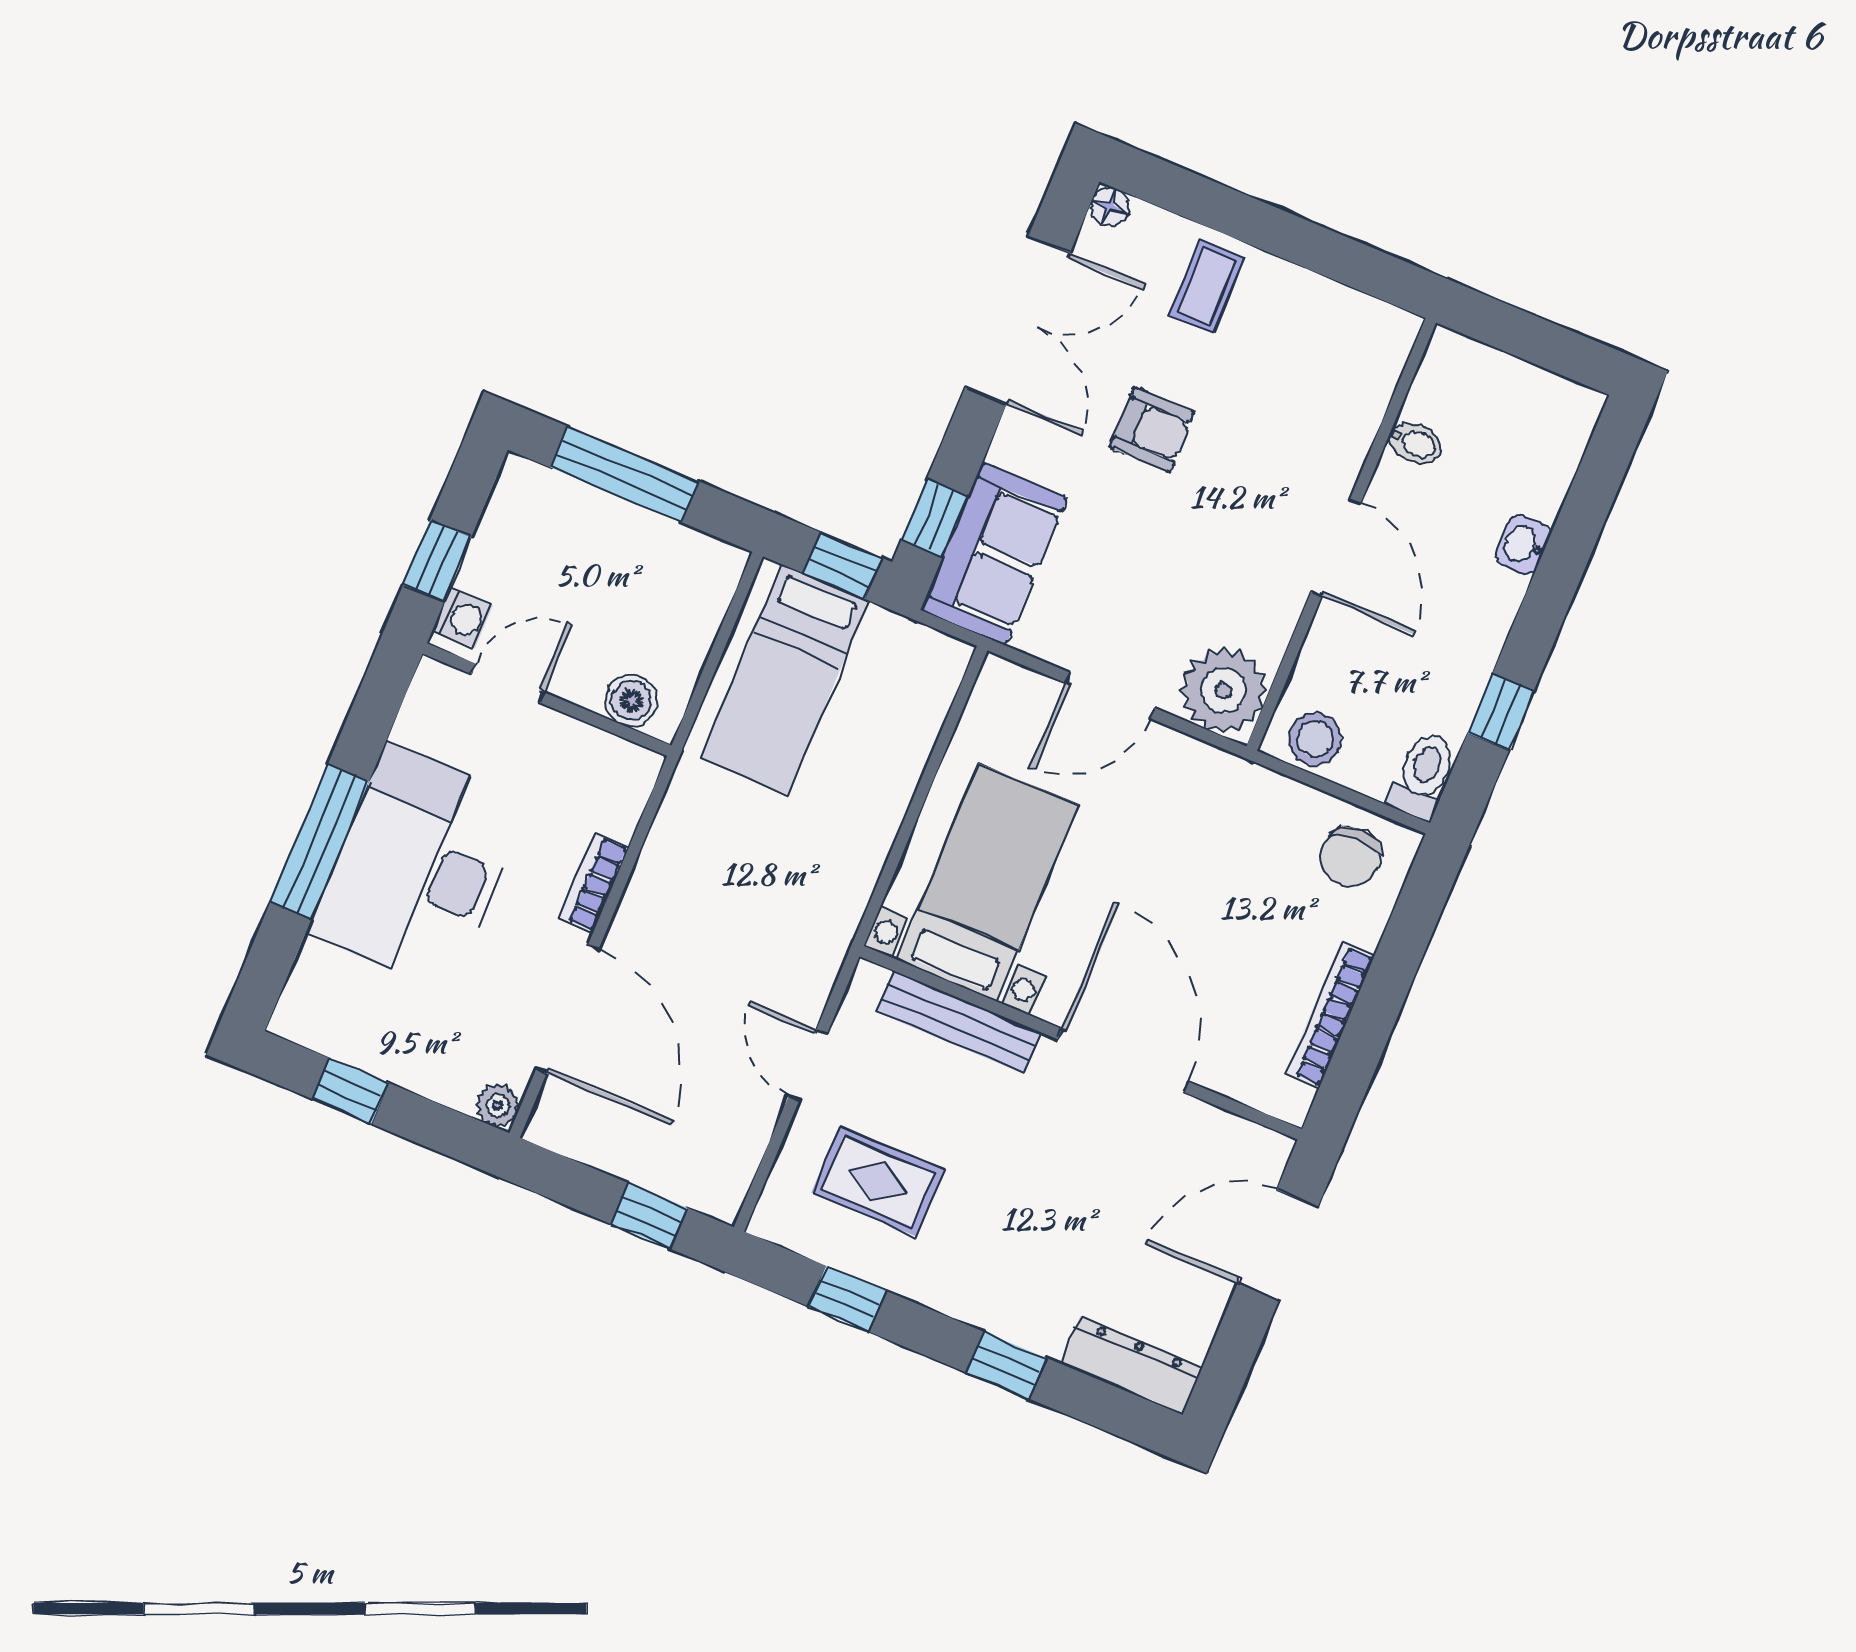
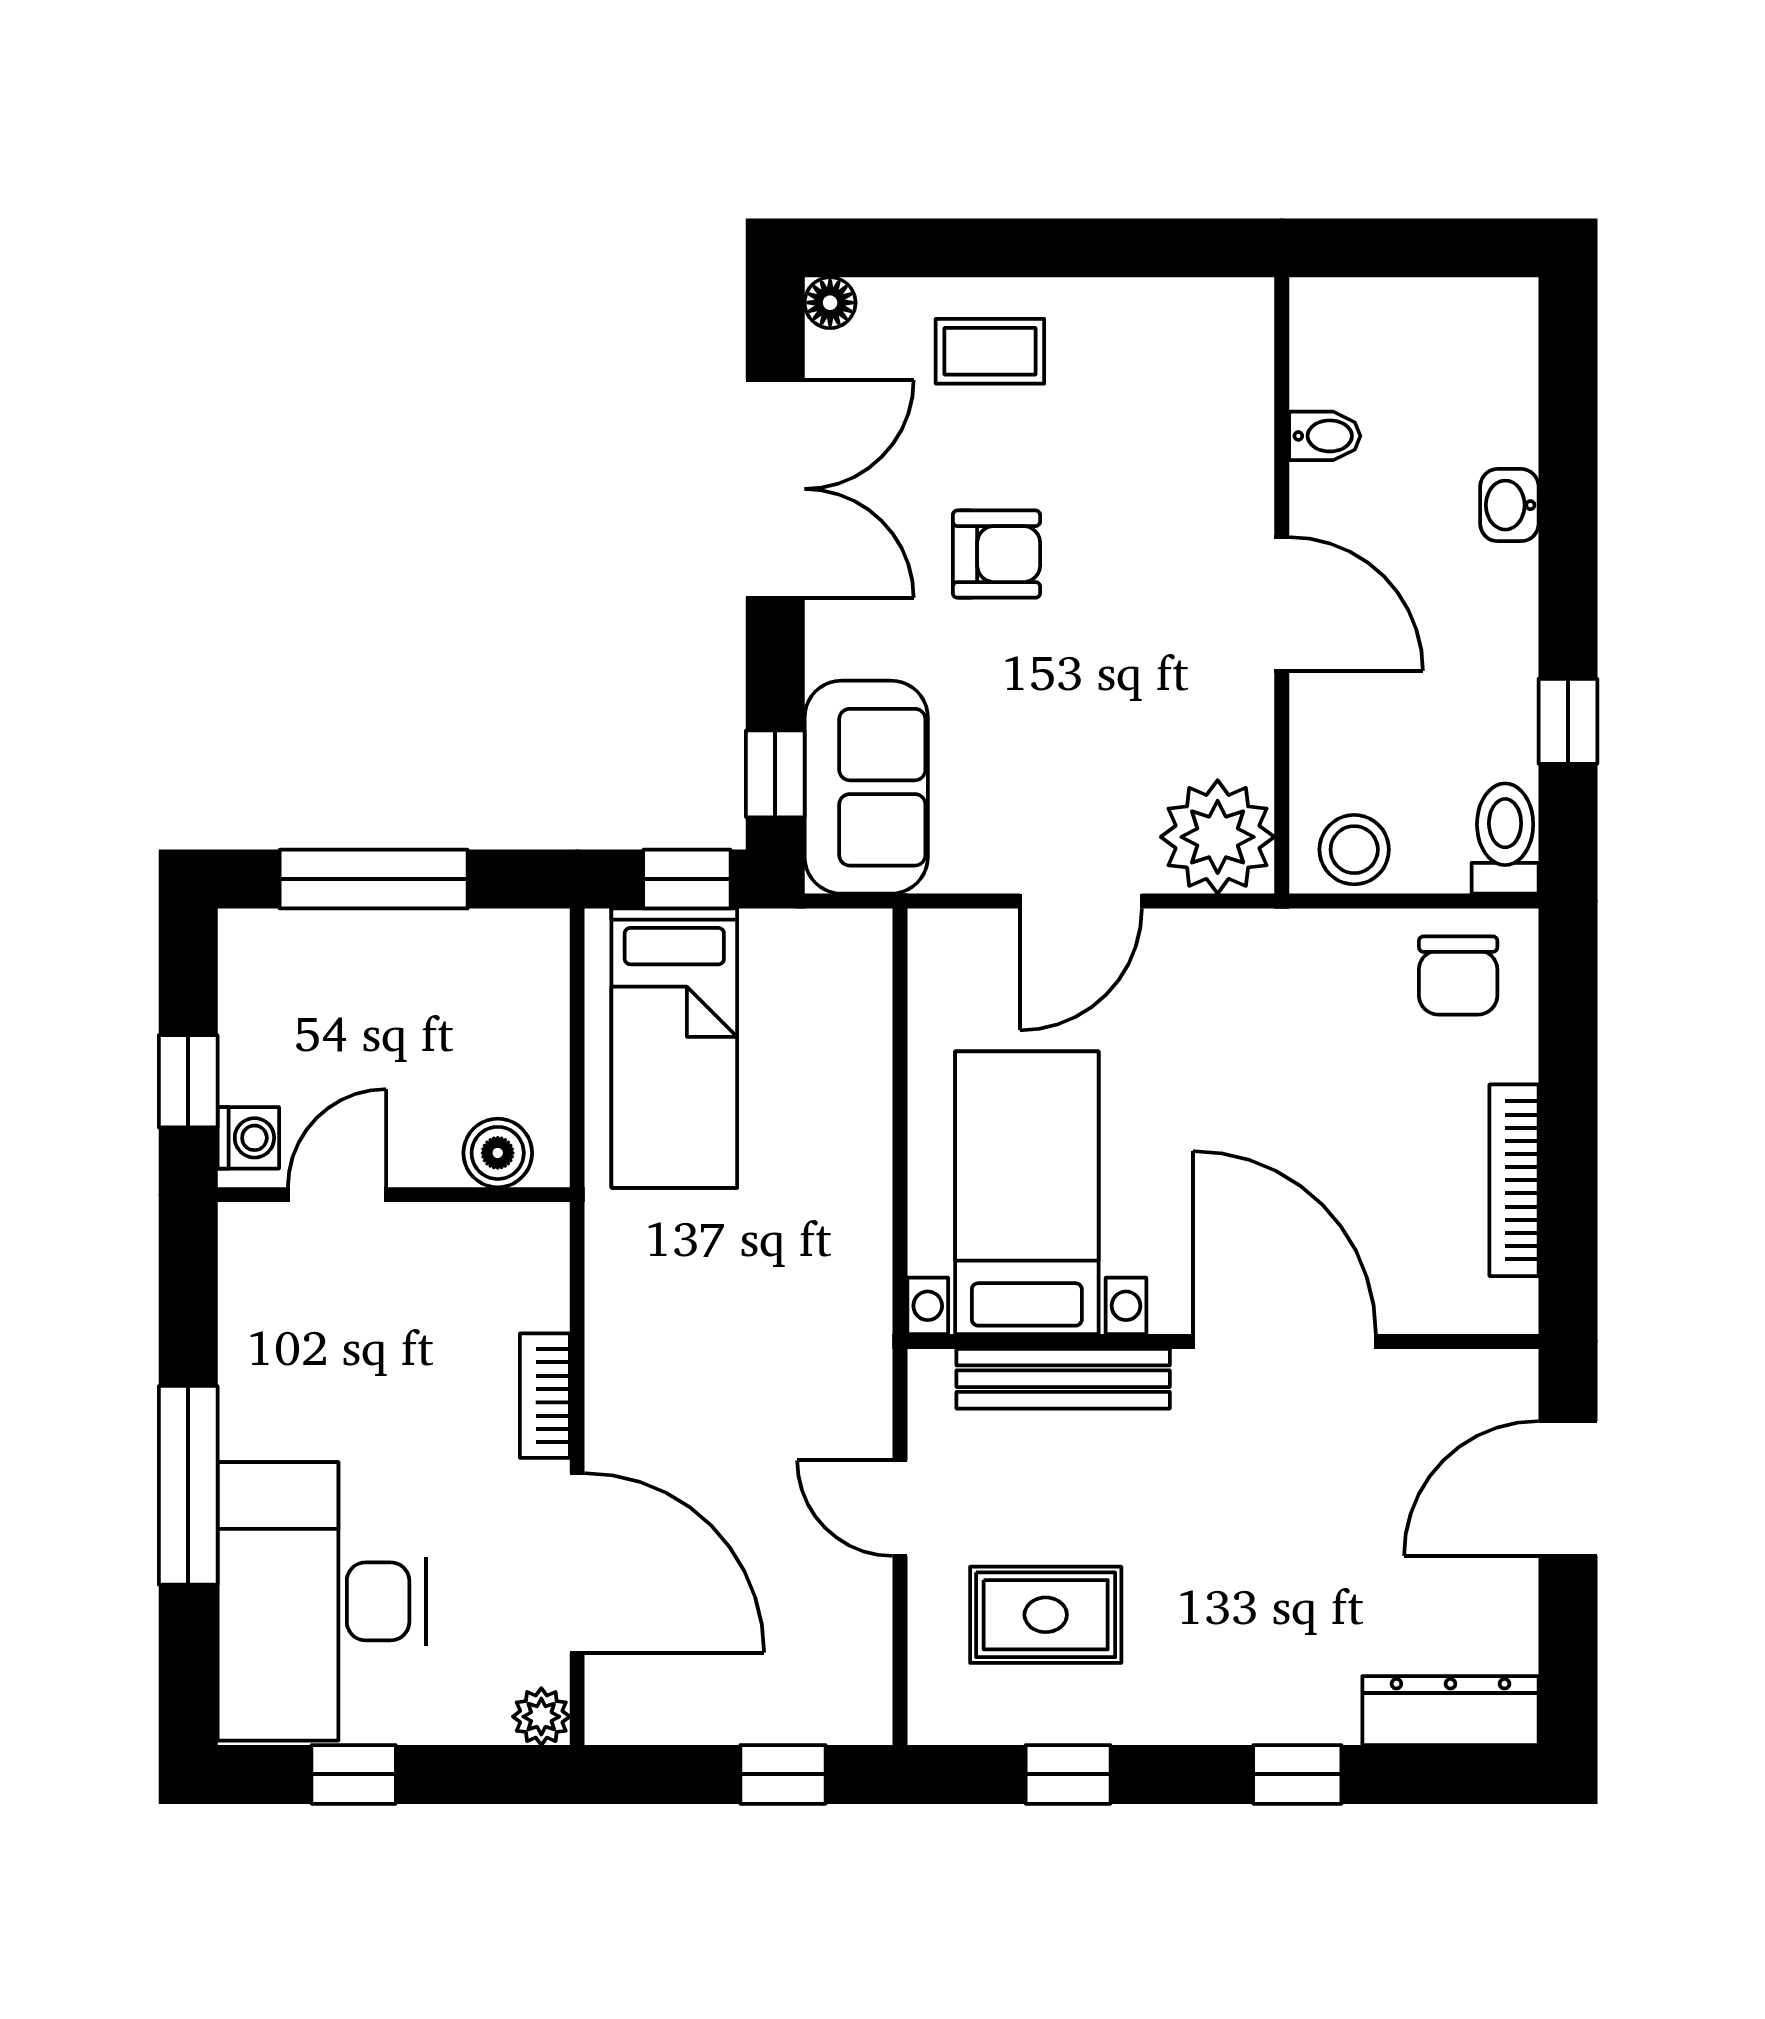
coffee table: (1207, 287) -> (990, 351), turned 90
desk: (418, 868) -> (322, 1601), moved

